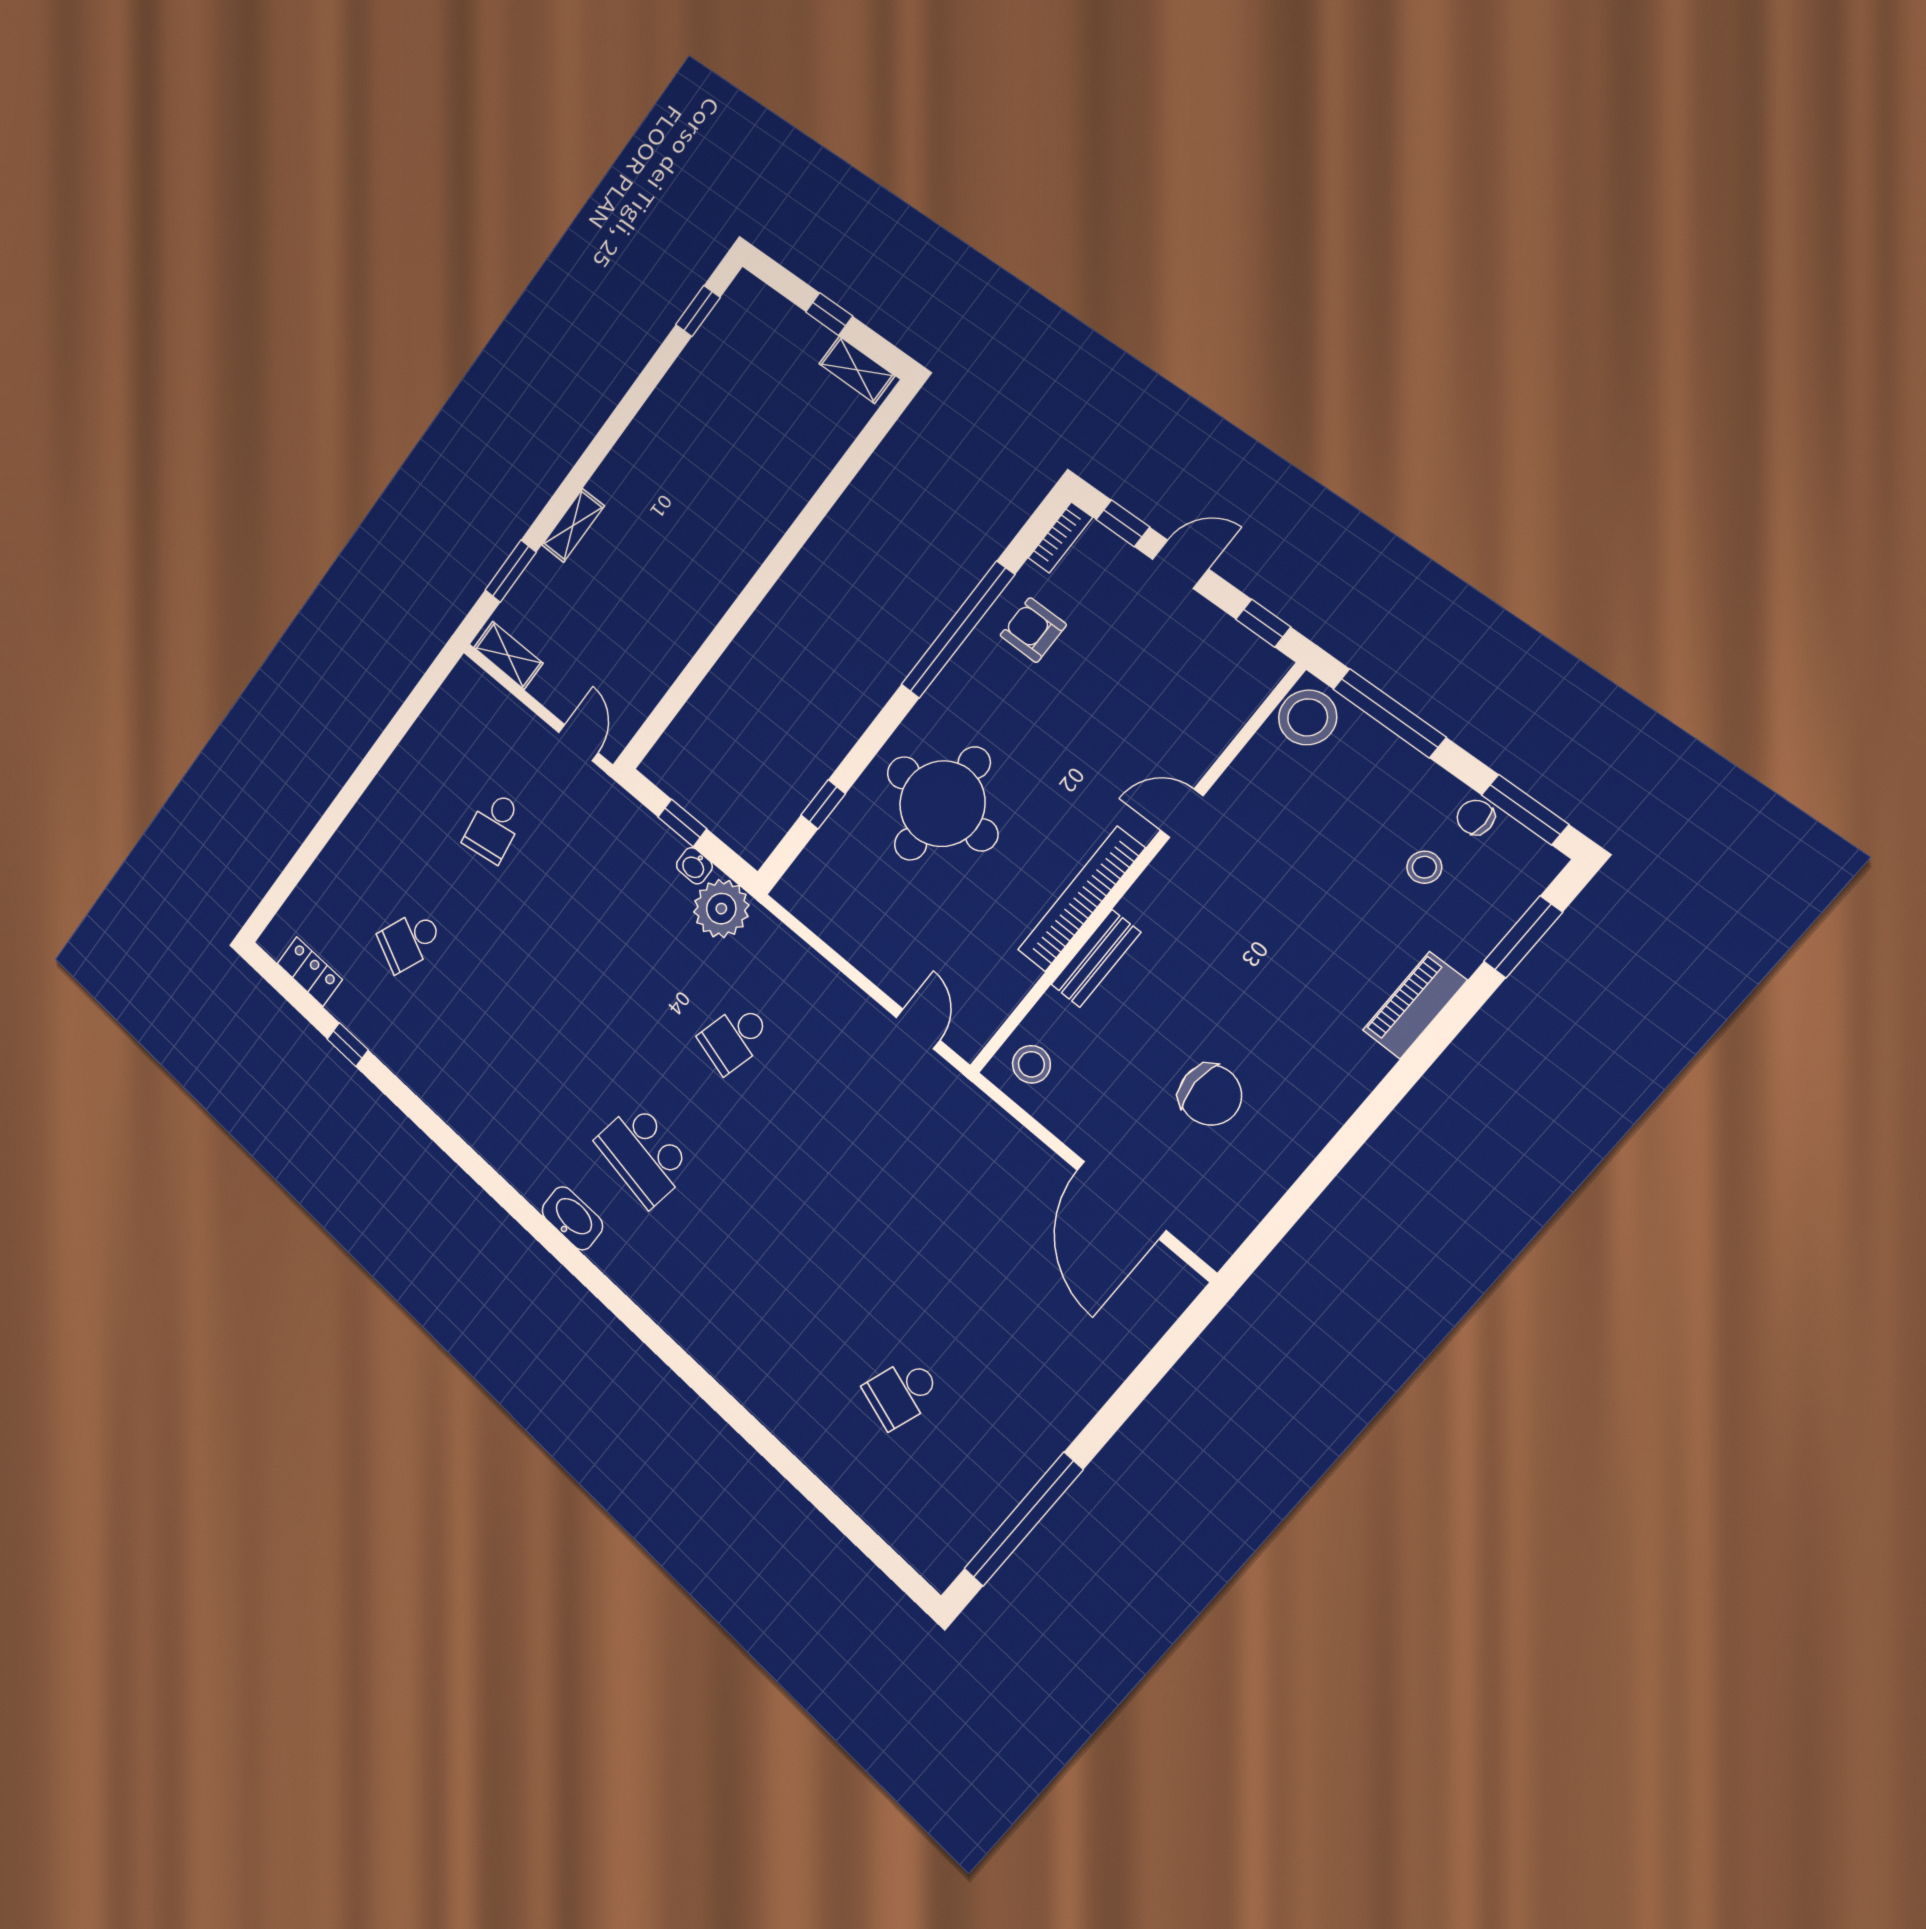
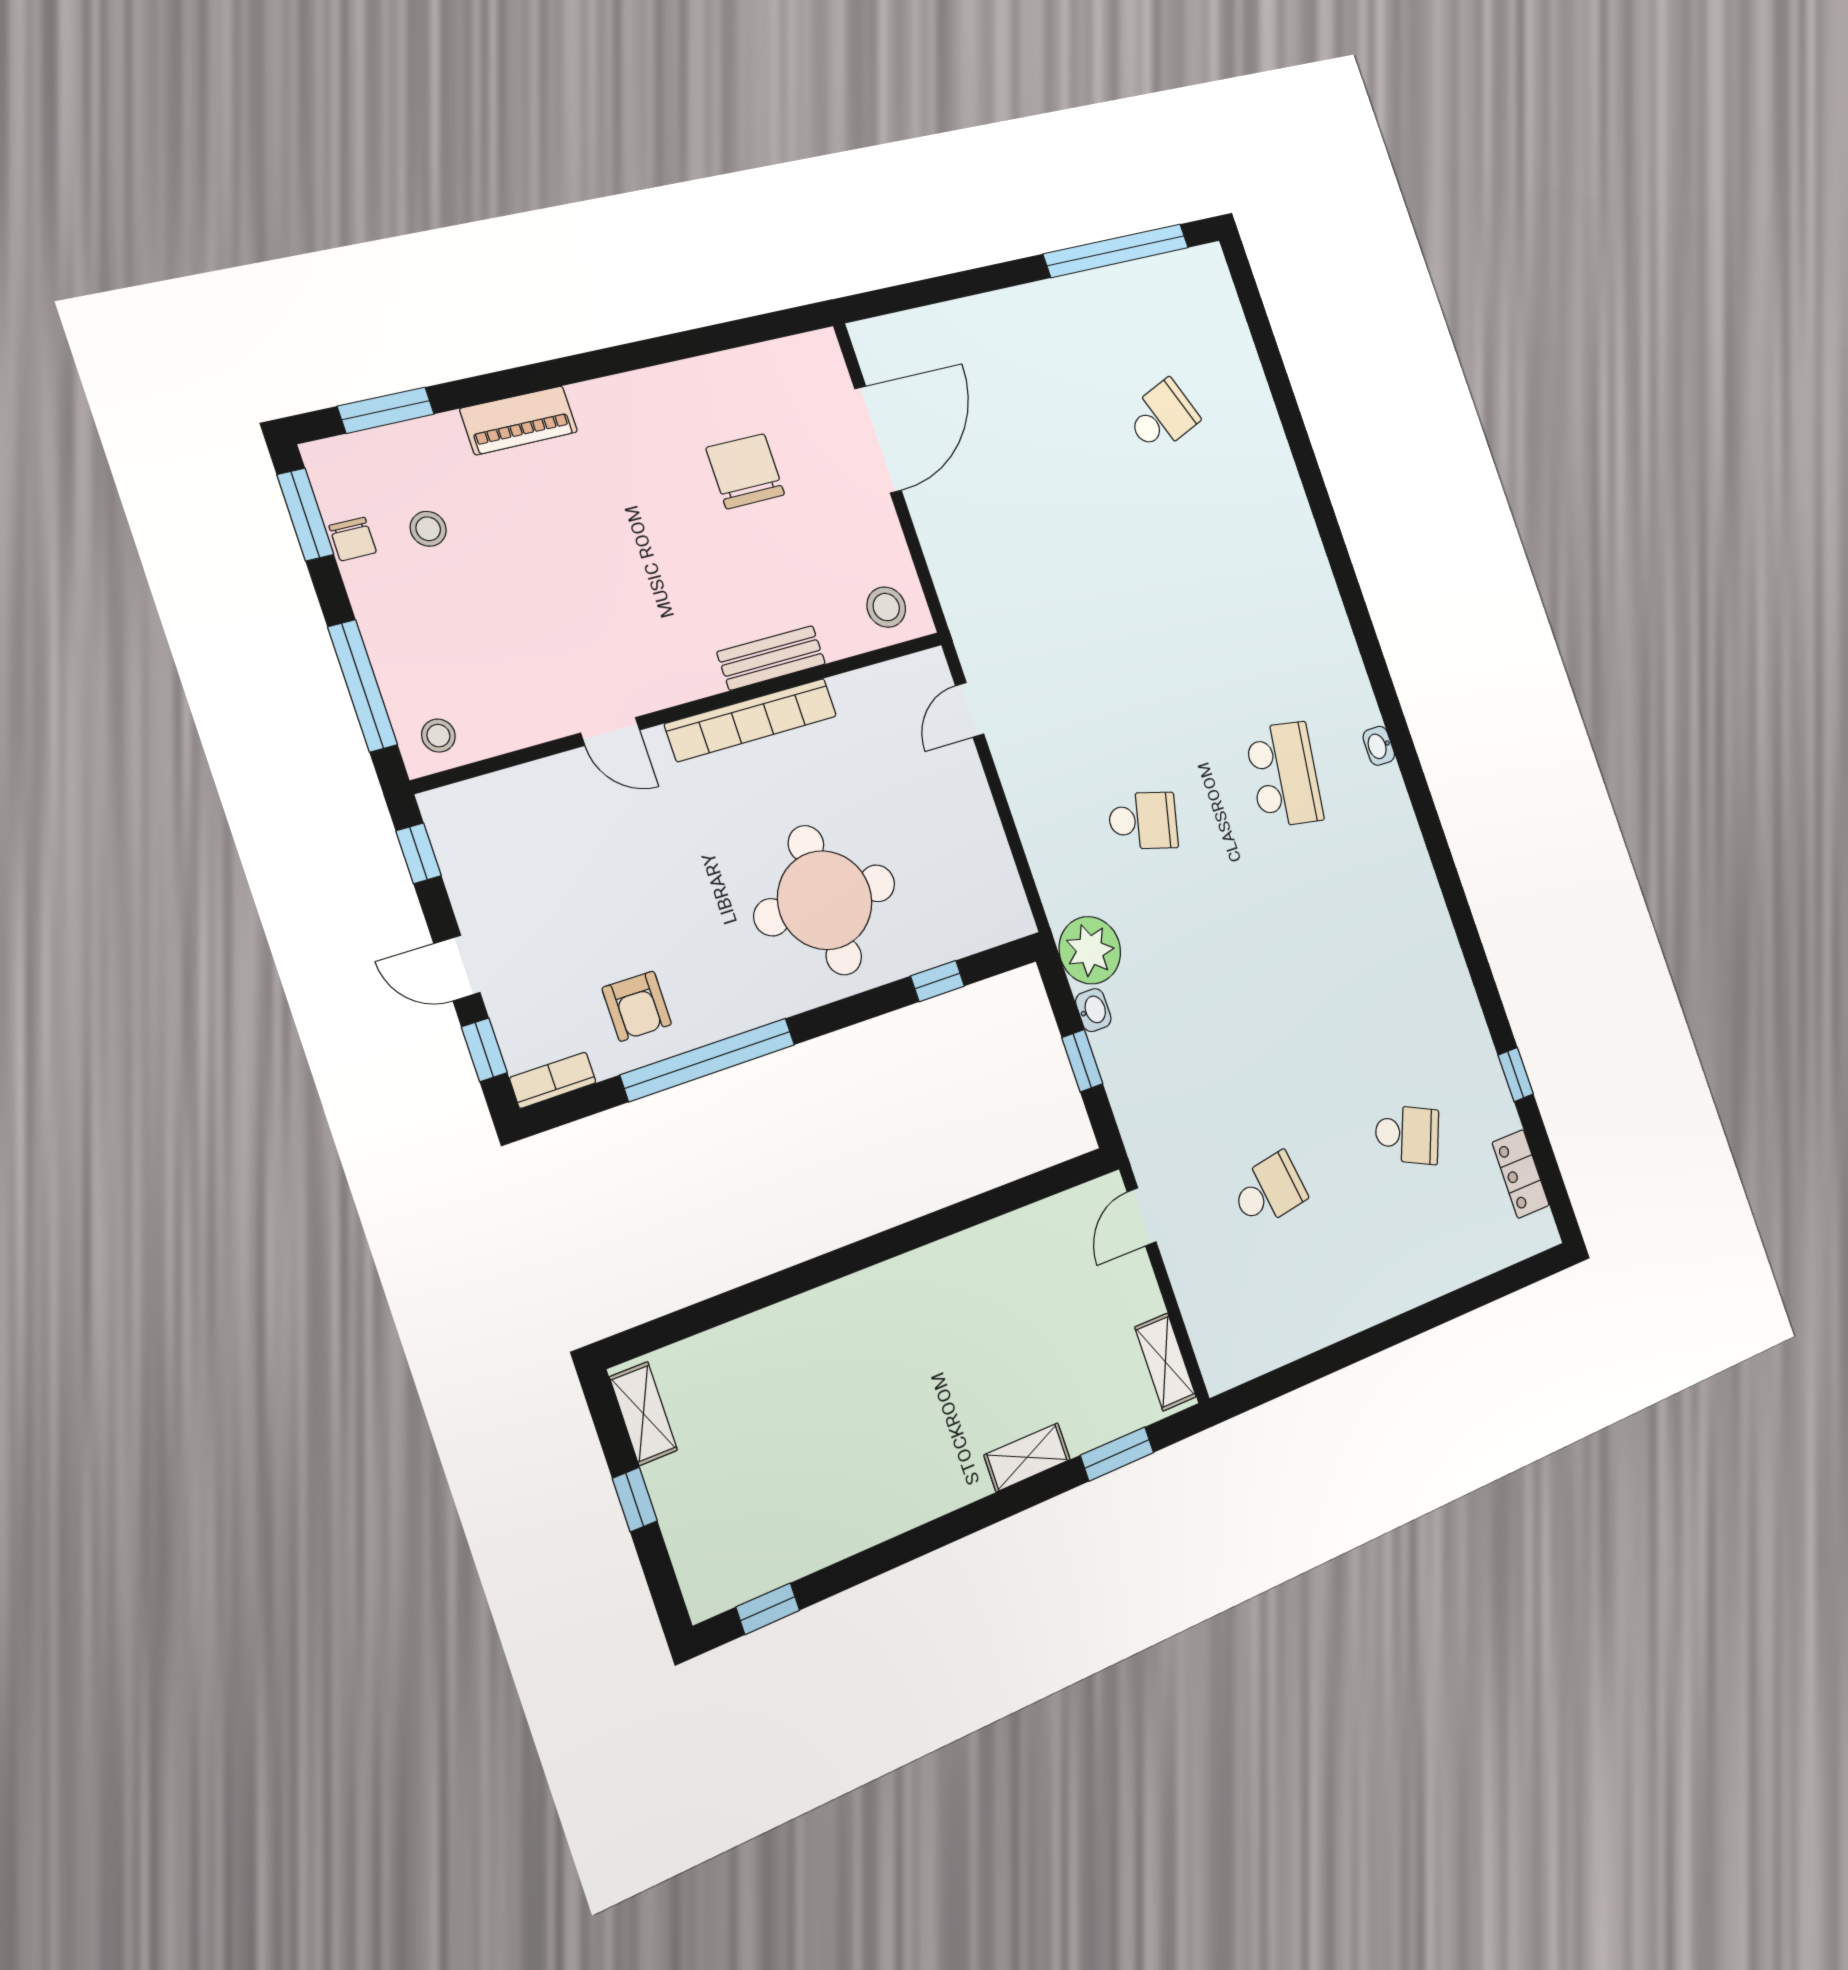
stool: (1308, 717) -> (438, 736), width x0.53, depth x0.53
washbasin: (572, 1218) -> (1379, 746), width x0.52, depth x0.69
school desk: (902, 1393) -> (1162, 417), turned -39

